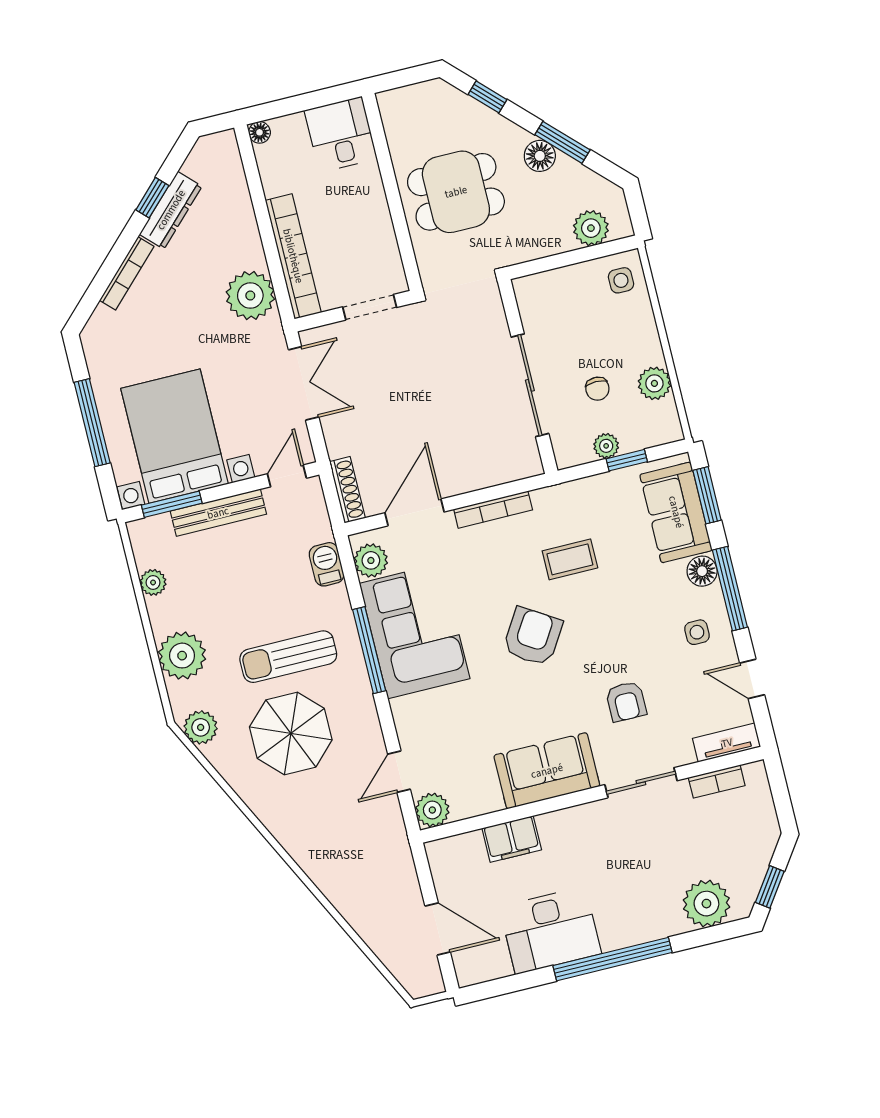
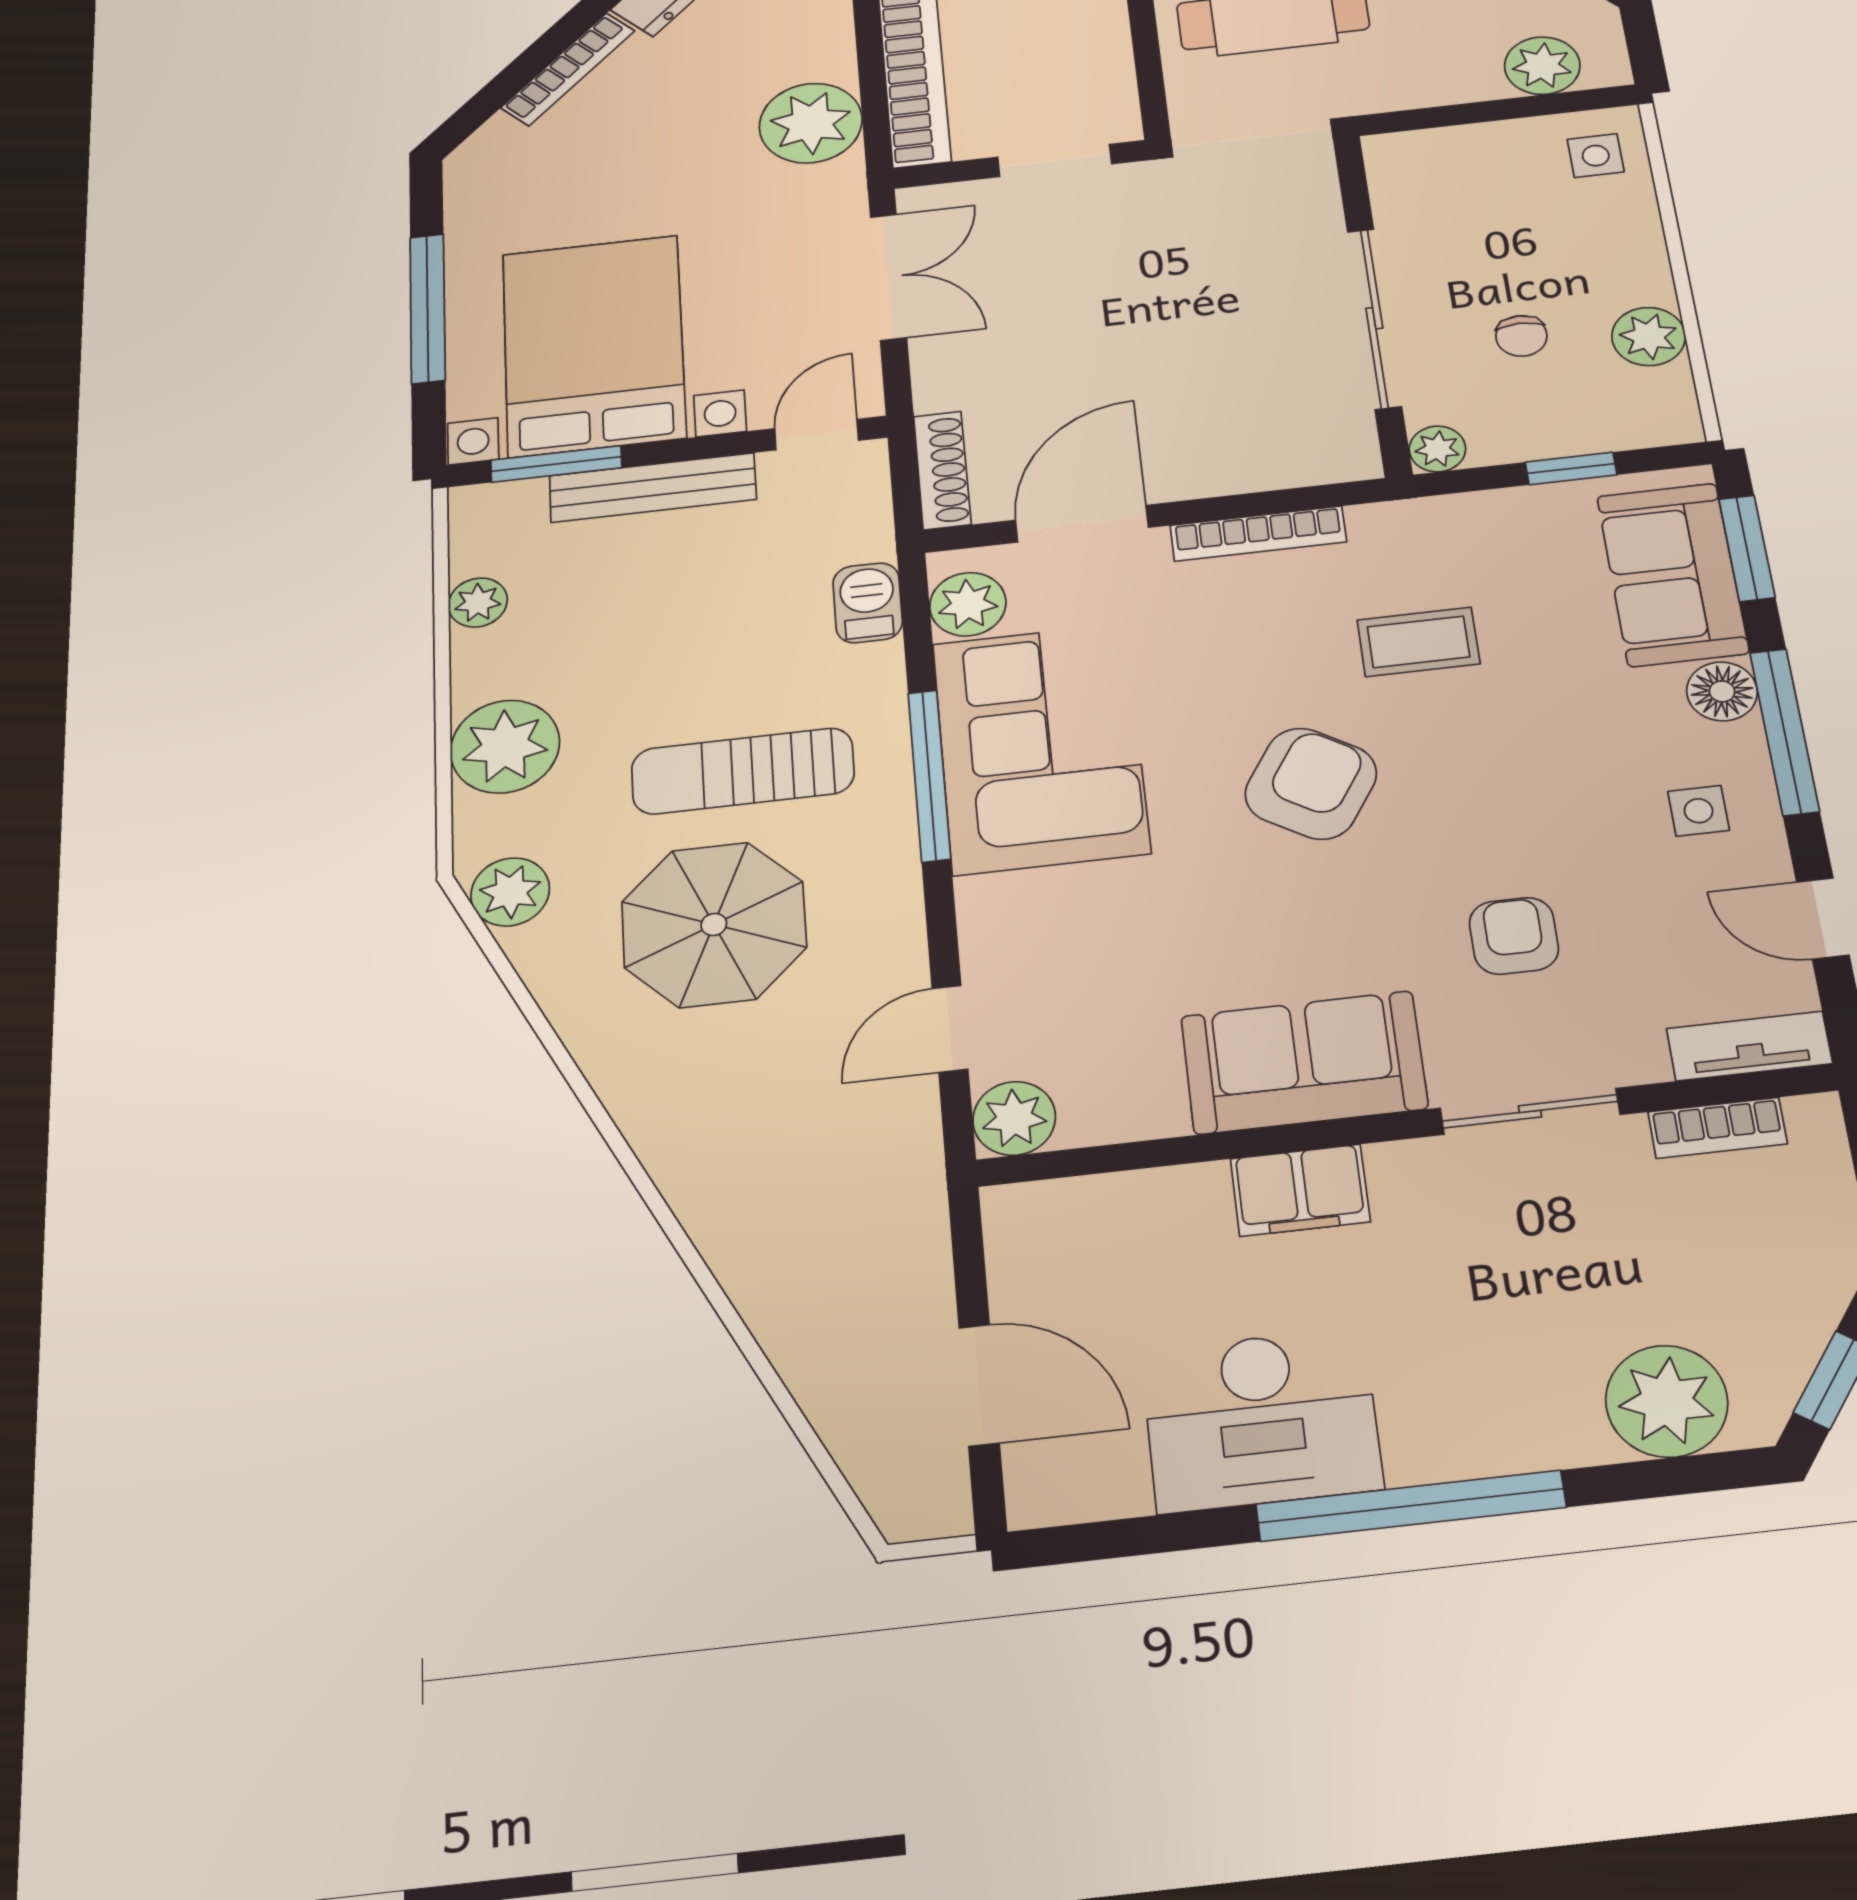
plant: (606, 446) -> (1437, 449), moved
armchair: (626, 701) -> (1514, 936), turned 180
filing cabinet: (512, 839) -> (1300, 1190), moved

